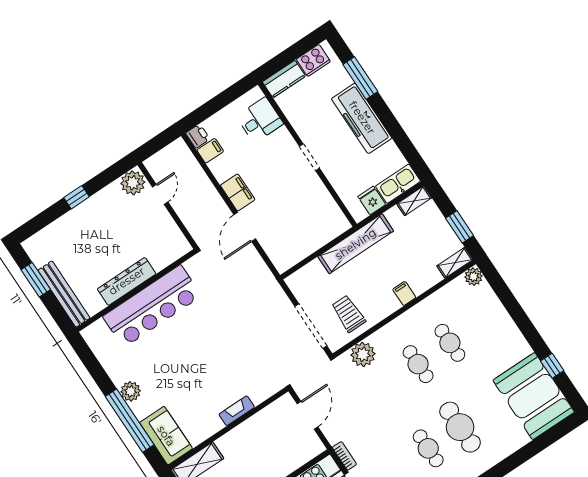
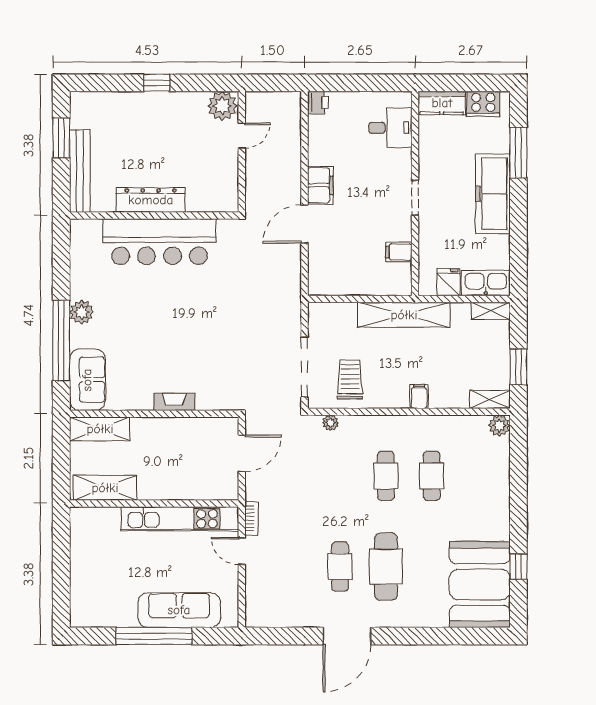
filing cabinet: (210, 151) -> (399, 252), moved, turned 180
plant: (363, 354) -> (331, 423), width x0.53, depth x0.53

